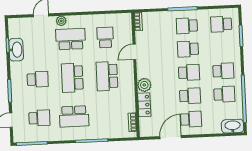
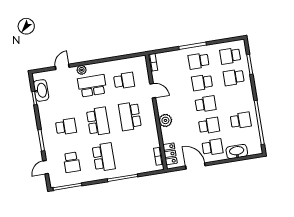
school desk: (105, 37) -> (124, 81), turned 90
washbasin: (16, 50) -> (41, 90), moved
door: (134, 52) -> (153, 91), swing flipped
school desk: (223, 71) -> (234, 77), moved, turned 180
school desk: (72, 78) -> (98, 121), turned 180
locker: (144, 105) -> (170, 154), moved
school desk: (74, 116) -> (104, 157), turned -90
school desk: (39, 118) -> (72, 162), turned 90
washbasin: (233, 126) -> (237, 152), moved
door: (171, 137) -> (195, 166), hinge flipped

